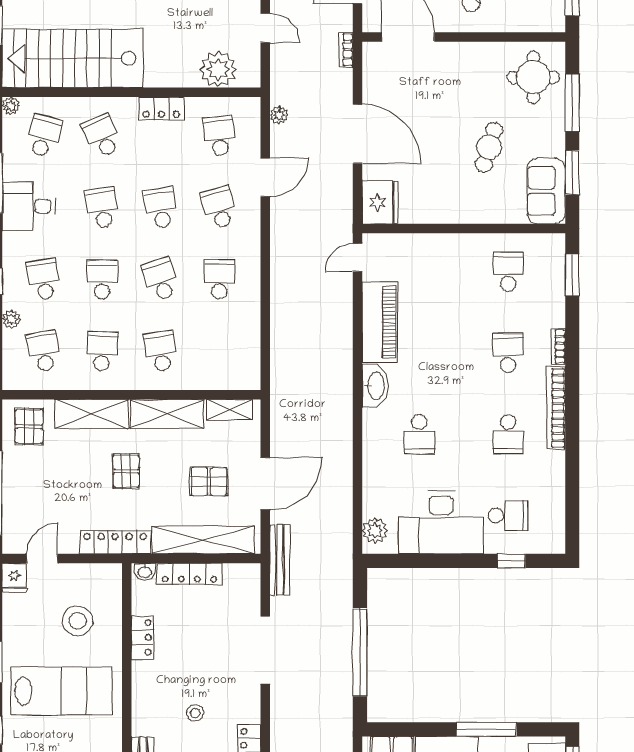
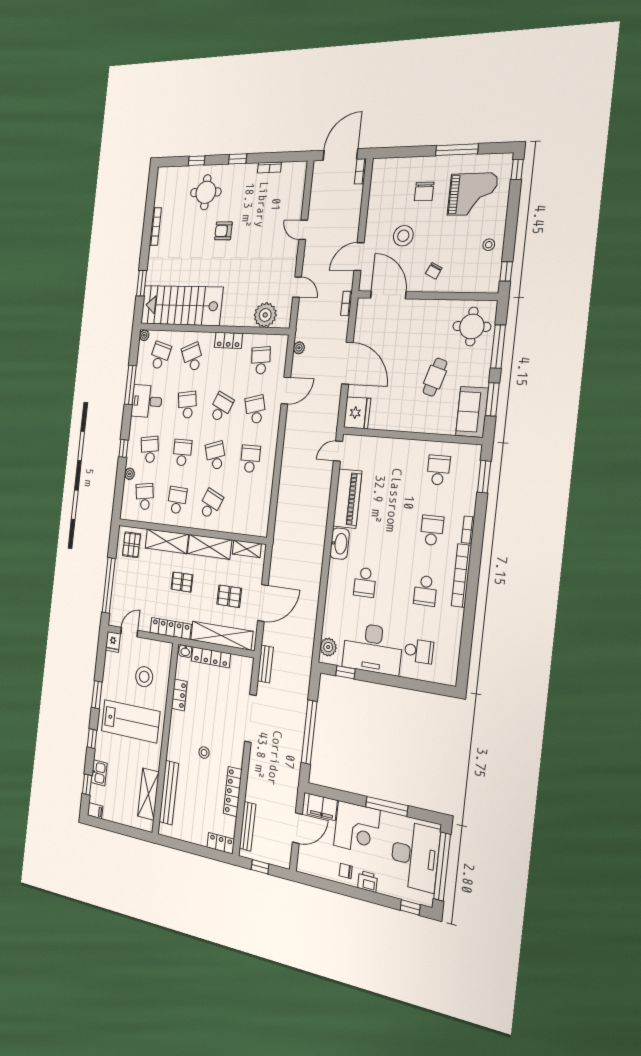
school desk: (161, 208) -> (221, 407), turned 33
school desk: (161, 351) -> (210, 504), turned 33
pallet: (126, 471) -> (182, 582), turned 90
bench: (280, 560) -> (265, 664), width x0.73
window: (511, 561) -> (345, 672), moved

